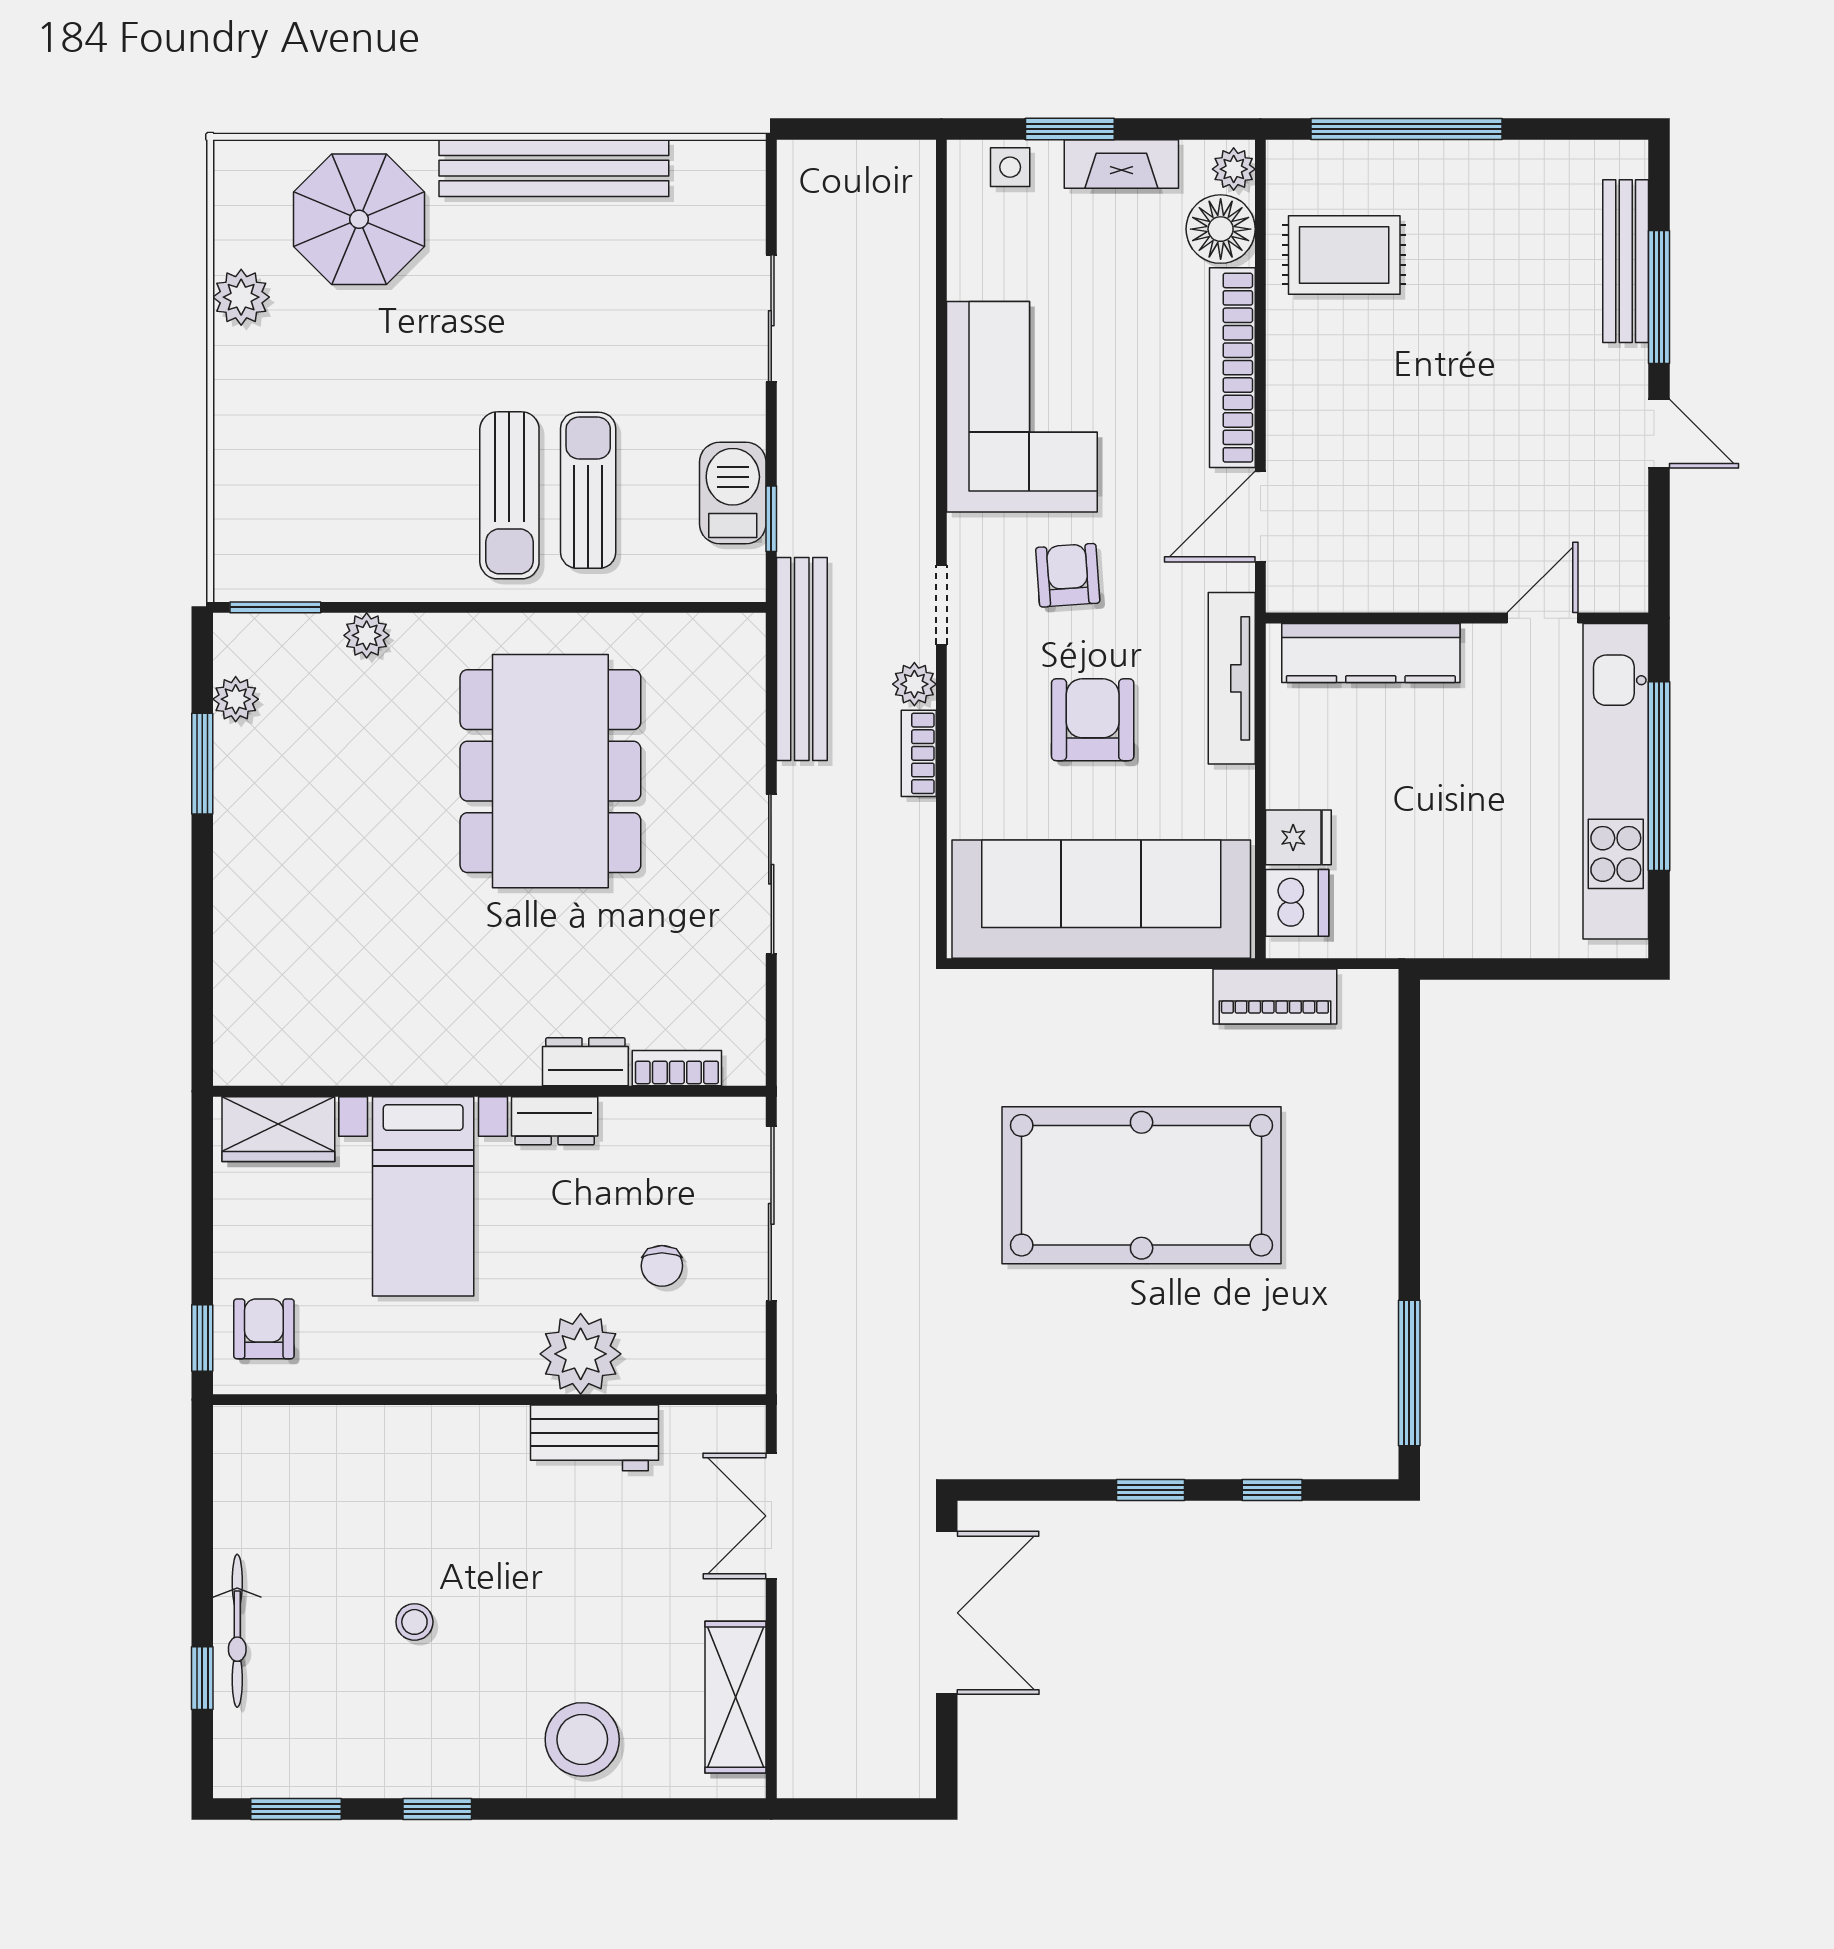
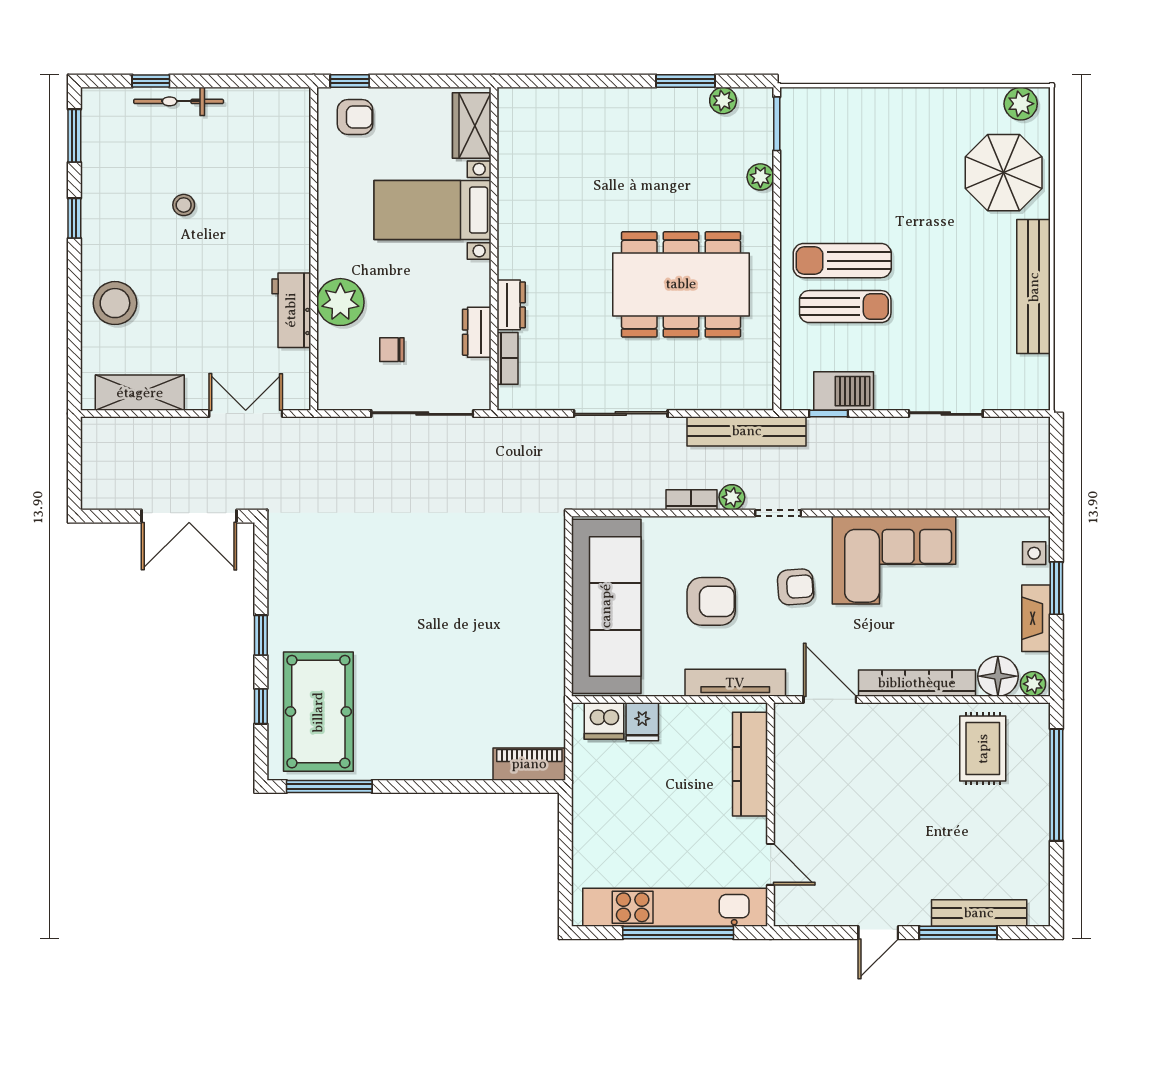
plant: (241, 297) -> (1021, 104), moved
piano: (1275, 997) -> (529, 764), moved, turned 90
dresser: (555, 1121) -> (477, 332), moved
pool table: (1142, 1185) -> (318, 712), moved, width x0.73, depth x0.76

